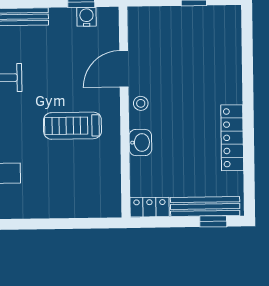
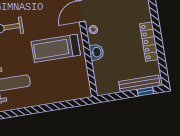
treadmill: (72, 126) -> (56, 48), width x1.37, depth x1.38
locker: (149, 207) -> (107, 89), removed

